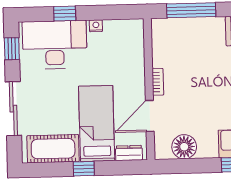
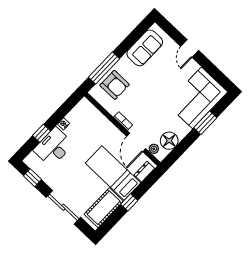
armchair: (185, 38) -> (115, 85), added
desk: (55, 45) -> (53, 147), width x0.73, depth x0.77
plant: (161, 140) -> (154, 149), added

